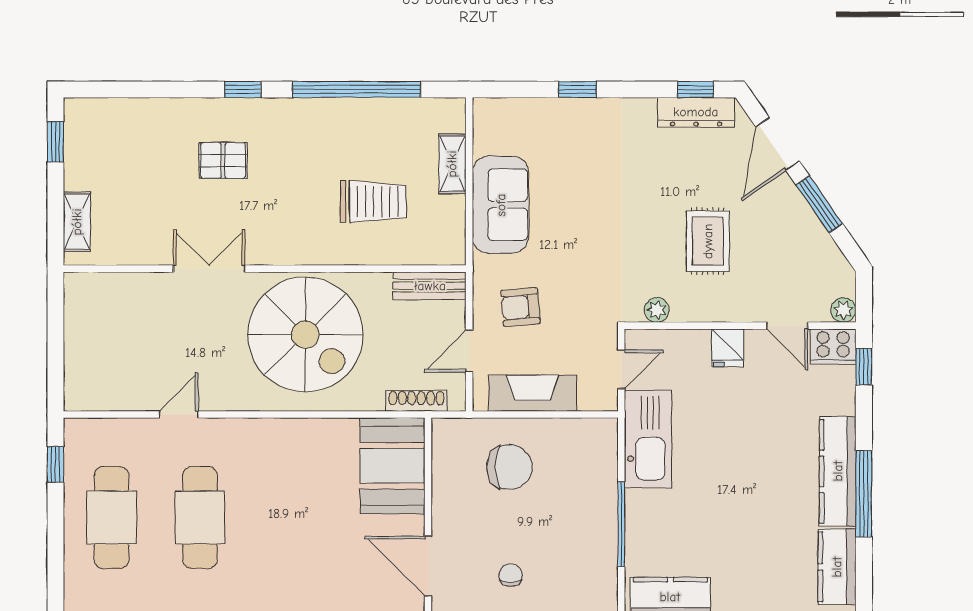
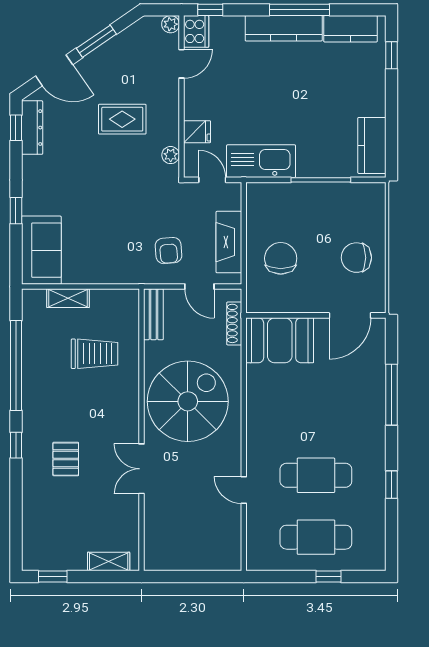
trolley: (373, 202) -> (94, 354), turned 90
sofa: (501, 205) -> (41, 250), moved, turned 90
fridge: (728, 348) -> (197, 132), moved
window: (55, 464) -> (328, 576), moved
chair: (511, 575) -> (356, 258), width x1.87, depth x1.87

